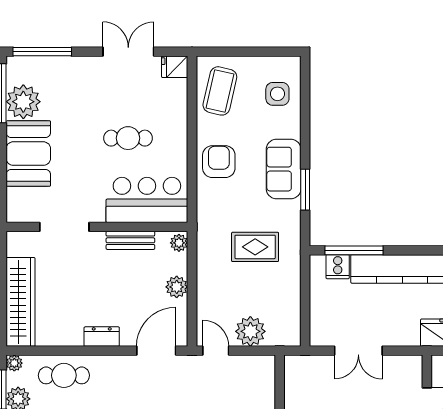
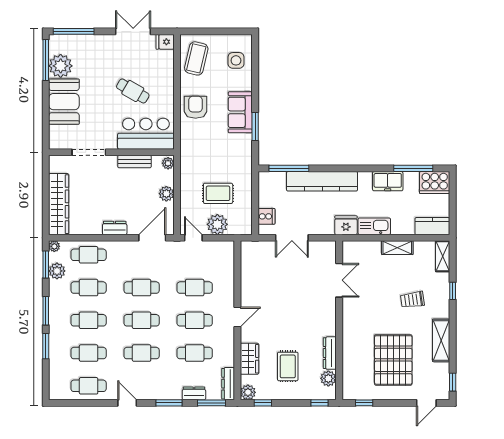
cafe table: (128, 138) -> (133, 91), turned 30
rug: (255, 247) -> (218, 193), moved
cooker: (338, 267) -> (266, 216), moved, turned -90

